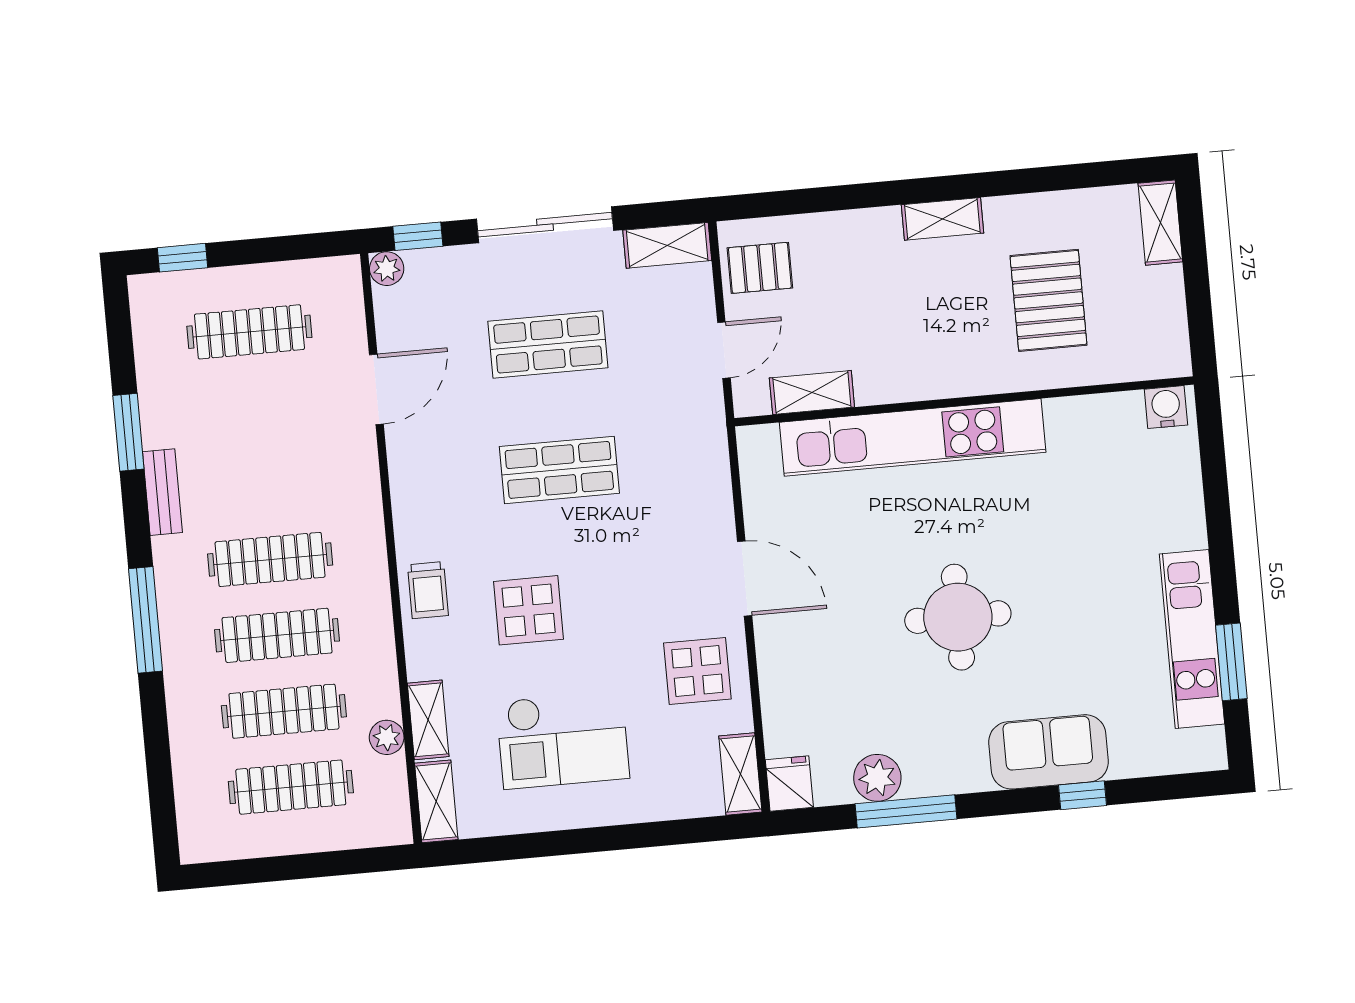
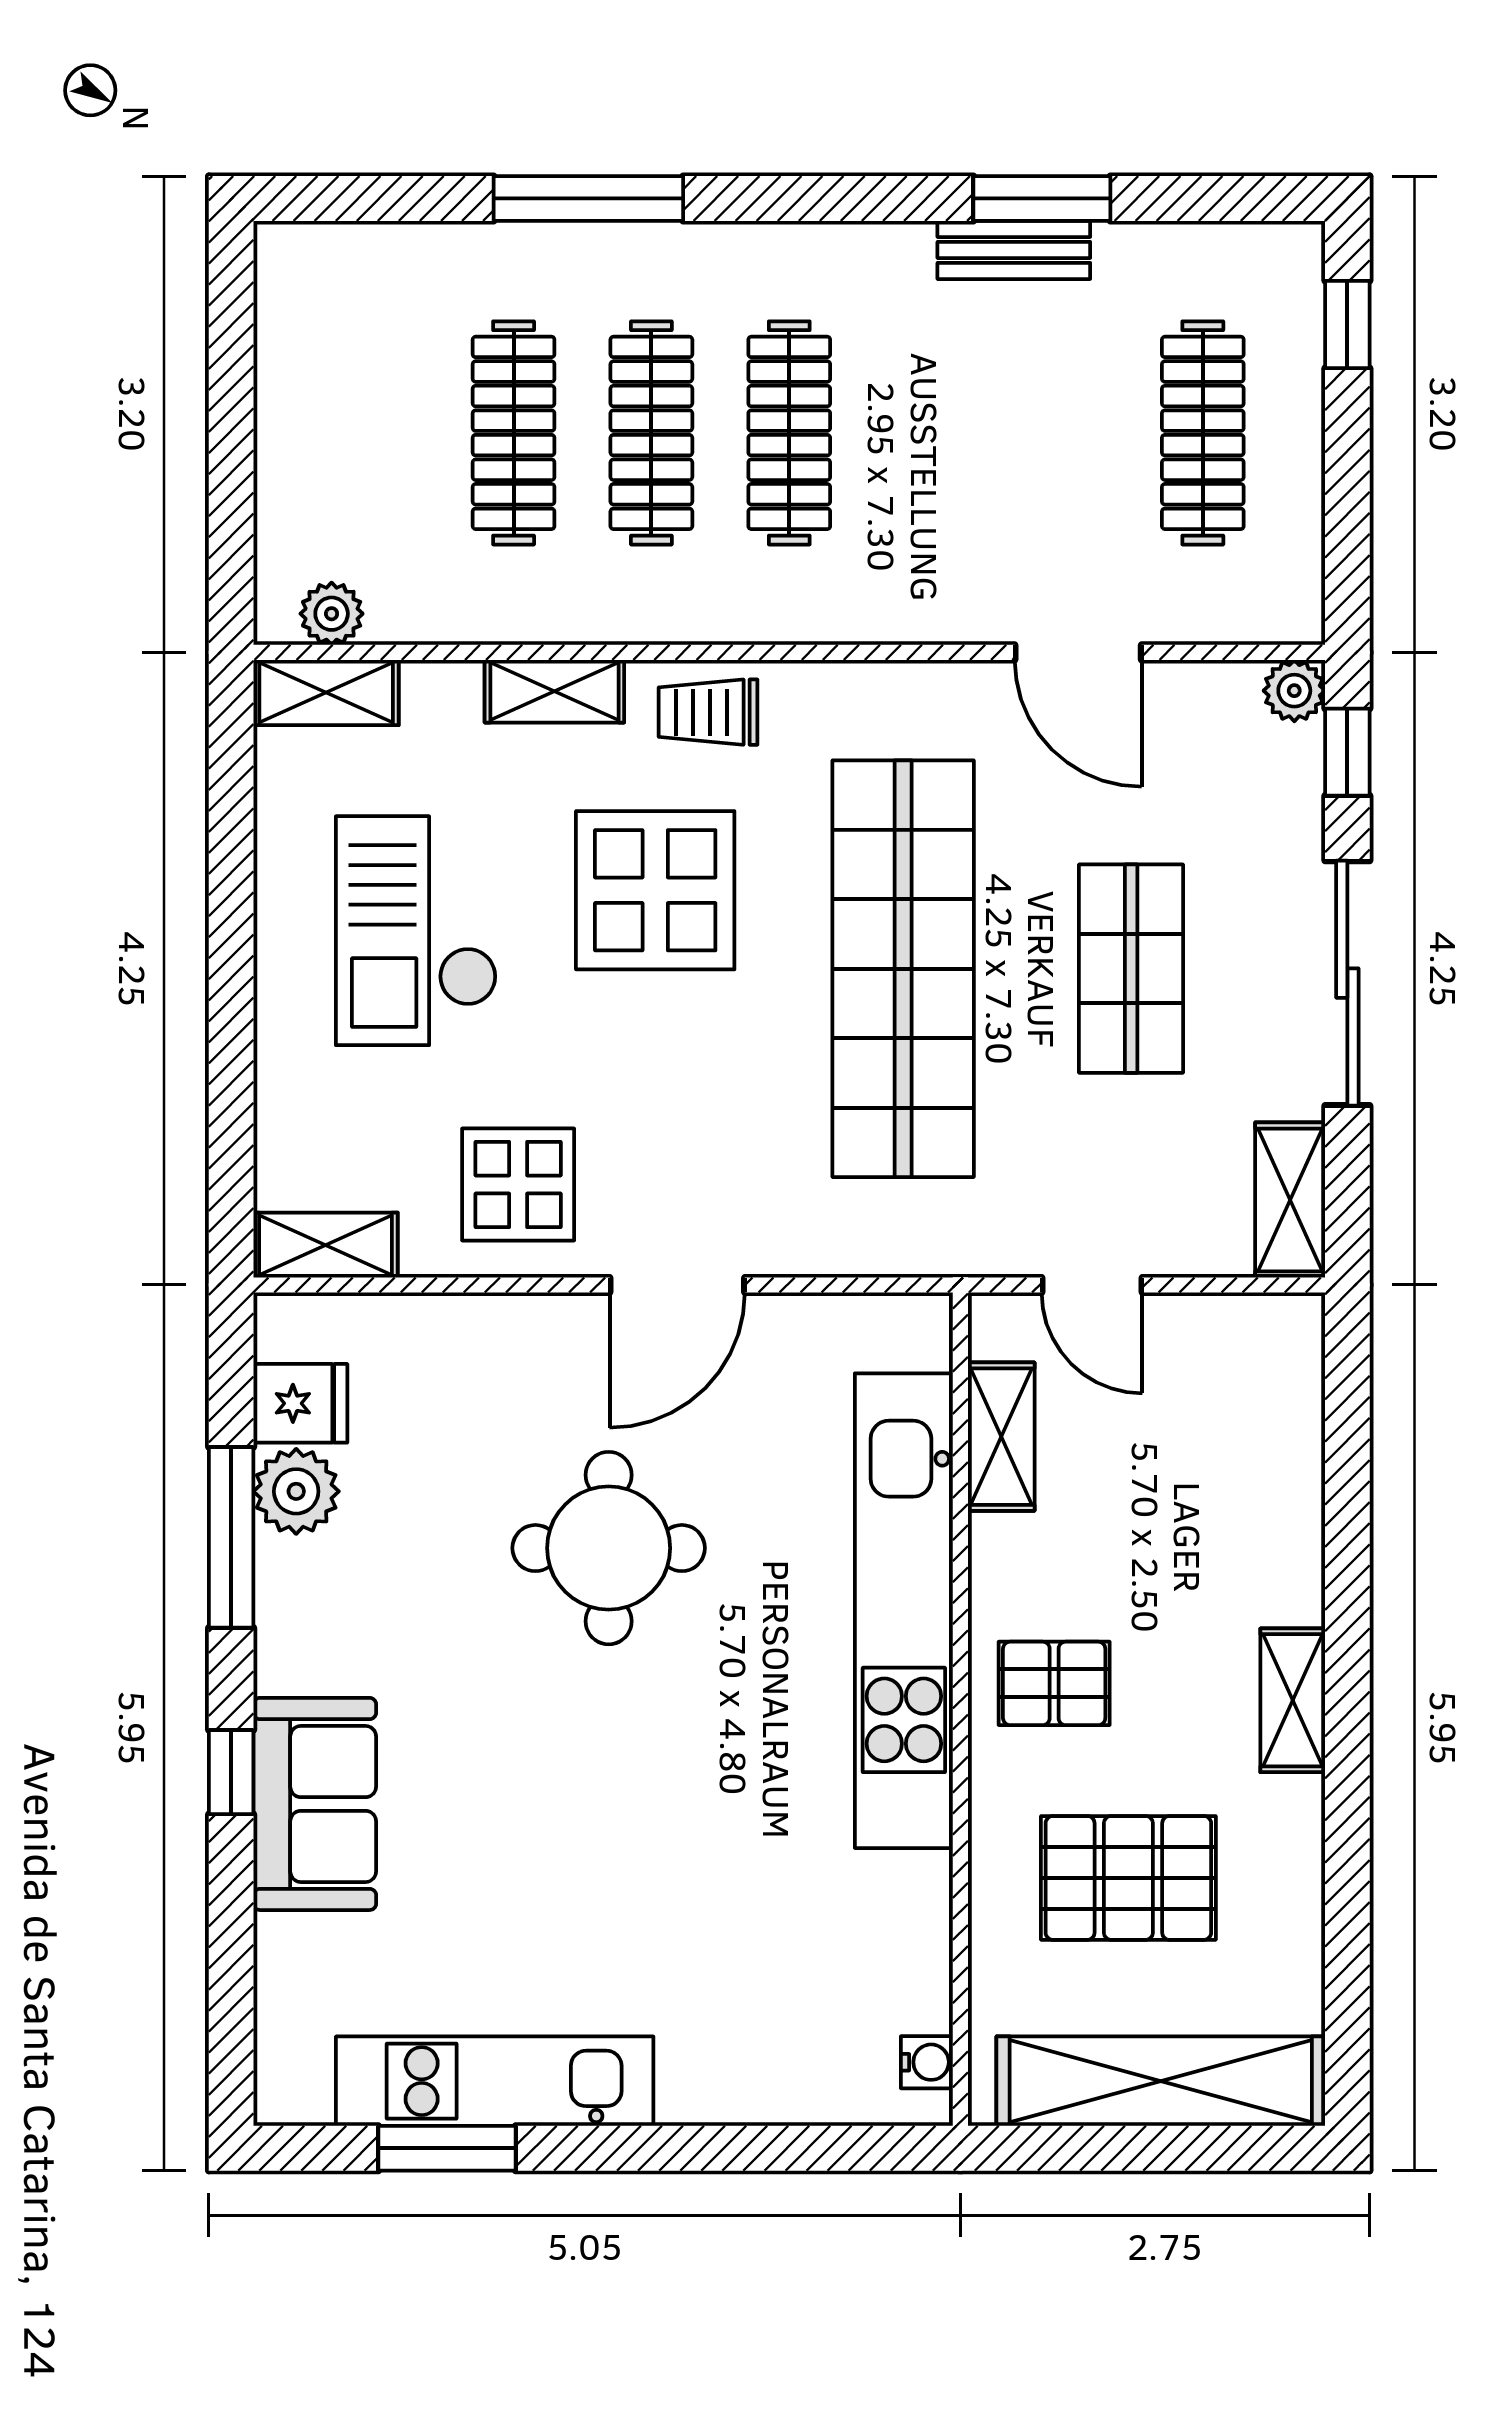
shelving: (1160, 223) -> (1161, 2081), width x2.20, depth x1.33
pallet: (760, 268) -> (1054, 1683), moved, turned 90
water cooler: (1166, 407) -> (927, 2062), width x0.72, depth x0.72
shop shelf: (559, 470) -> (903, 969), width x2.00, depth x1.36
bench: (162, 492) -> (1014, 250), moved
display table: (529, 610) -> (655, 890), width x1.36, depth x1.36
round table: (958, 617) -> (609, 1548), moved
window: (146, 620) -> (588, 198), moved
shelving: (428, 720) -> (554, 691), moved
plant: (387, 737) -> (332, 614), moved
fridge: (789, 784) -> (300, 1403), moved
clothes rail: (291, 787) -> (376, 433), removed
window: (1083, 795) -> (231, 1772), moved

